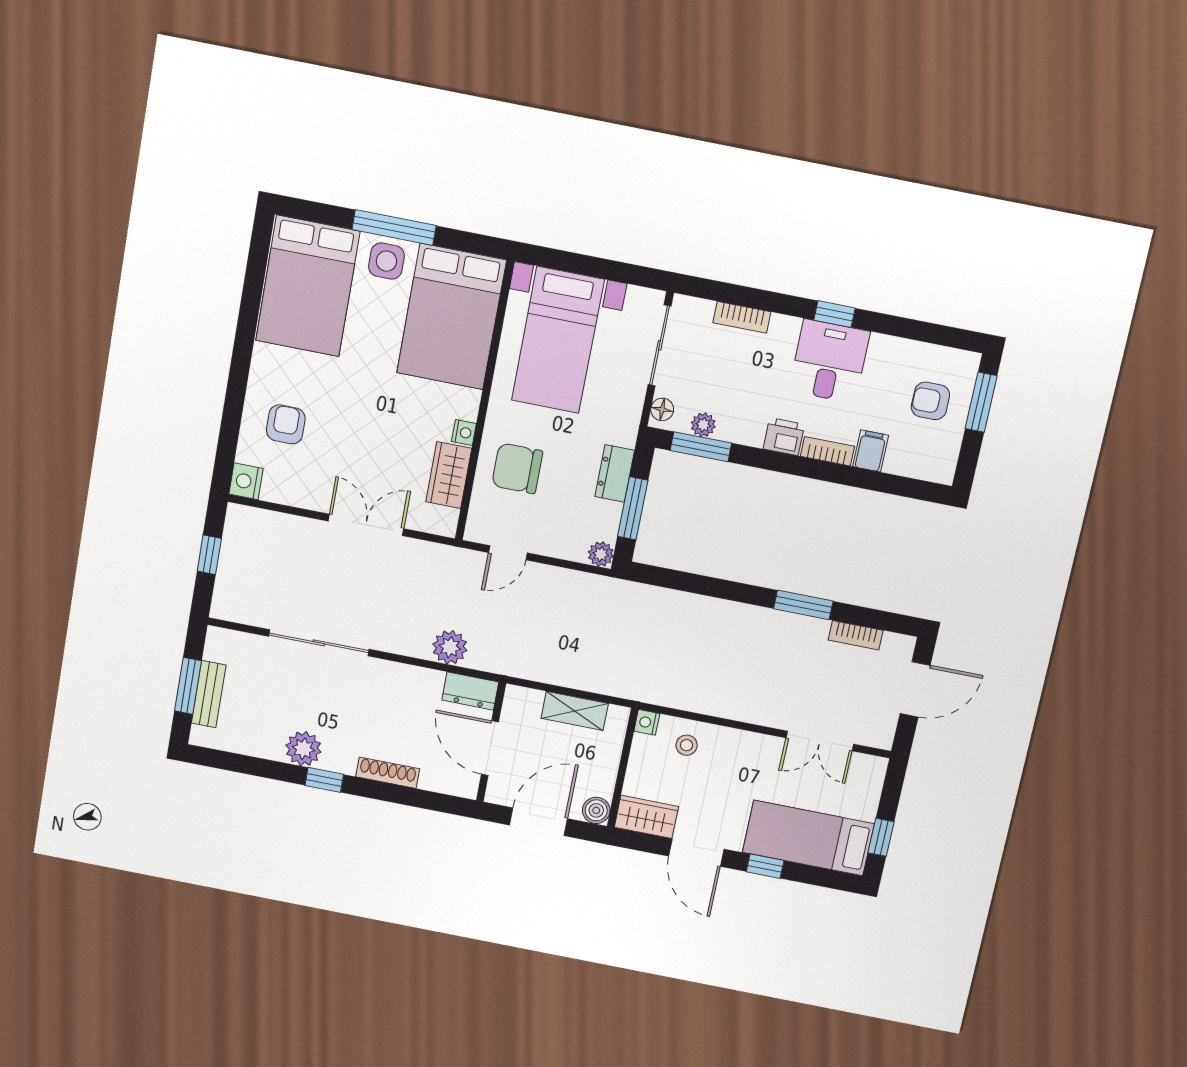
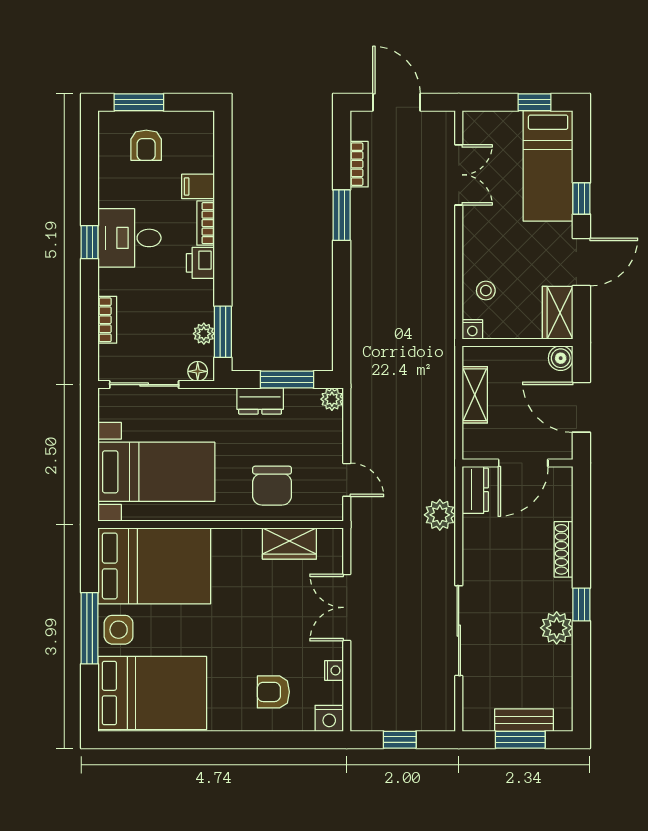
nightstand: (464, 433) -> (334, 670), moved, turned 90

